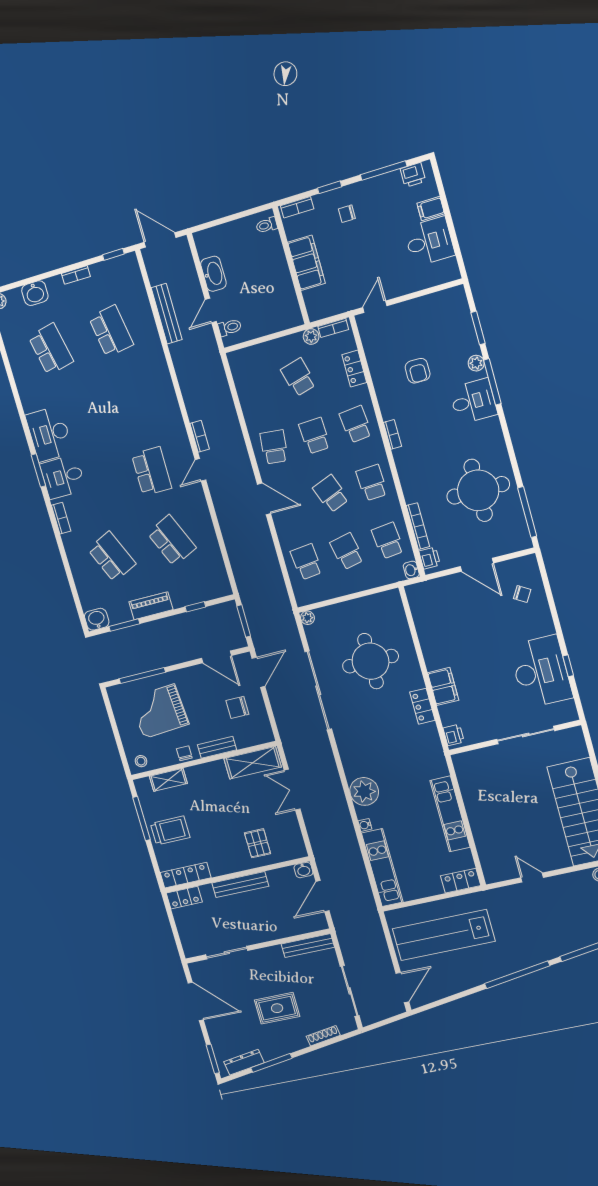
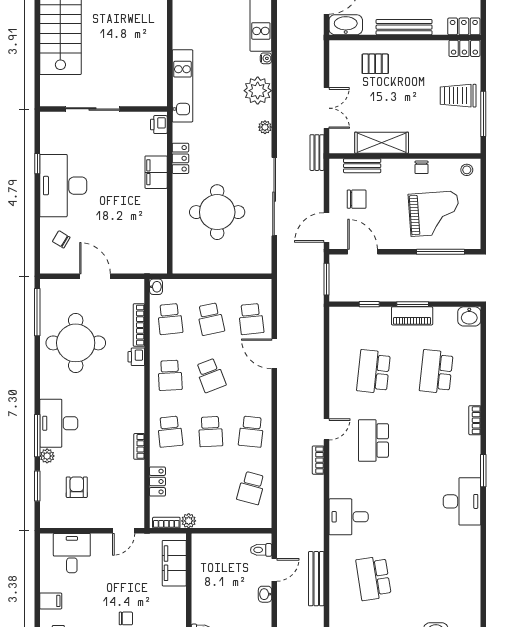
desk: (429, 242) -> (72, 553), moved, turned 90
filing cabinet: (306, 263) -> (174, 563), moved
washbasin: (213, 274) -> (265, 594), width x0.52, depth x0.69
school desk: (51, 349) -> (436, 578), removed
armchair: (418, 371) -> (77, 487), moved
school desk: (298, 377) -> (251, 488), moved, turned 30
desk: (473, 401) -> (59, 423), width x1.37
bookcase: (392, 434) -> (139, 446), moved
desk: (63, 477) -> (349, 517), moved, turned 180
door: (264, 499) -> (274, 354), moved
school desk: (172, 540) -> (374, 372), turned 30
school desk: (112, 557) -> (436, 372), turned 30
printer: (430, 558) -> (136, 357), moved
plant: (307, 618) -> (265, 127), moved
window: (124, 625) -> (413, 304), moved
desk: (541, 672) -> (63, 186), moved
bench: (289, 744) -> (317, 153), added
bench: (217, 747) -> (362, 166), moved
shelving: (253, 763) -> (382, 143), moved
shelving: (168, 780) -> (445, 145), removed
kitchen unit: (450, 814) -> (182, 86), moved
pallet: (258, 843) -> (375, 64), turned 90
washbasin: (303, 870) -> (346, 25), width x1.91, depth x1.45
locker: (186, 875) -> (464, 48), width x0.66

